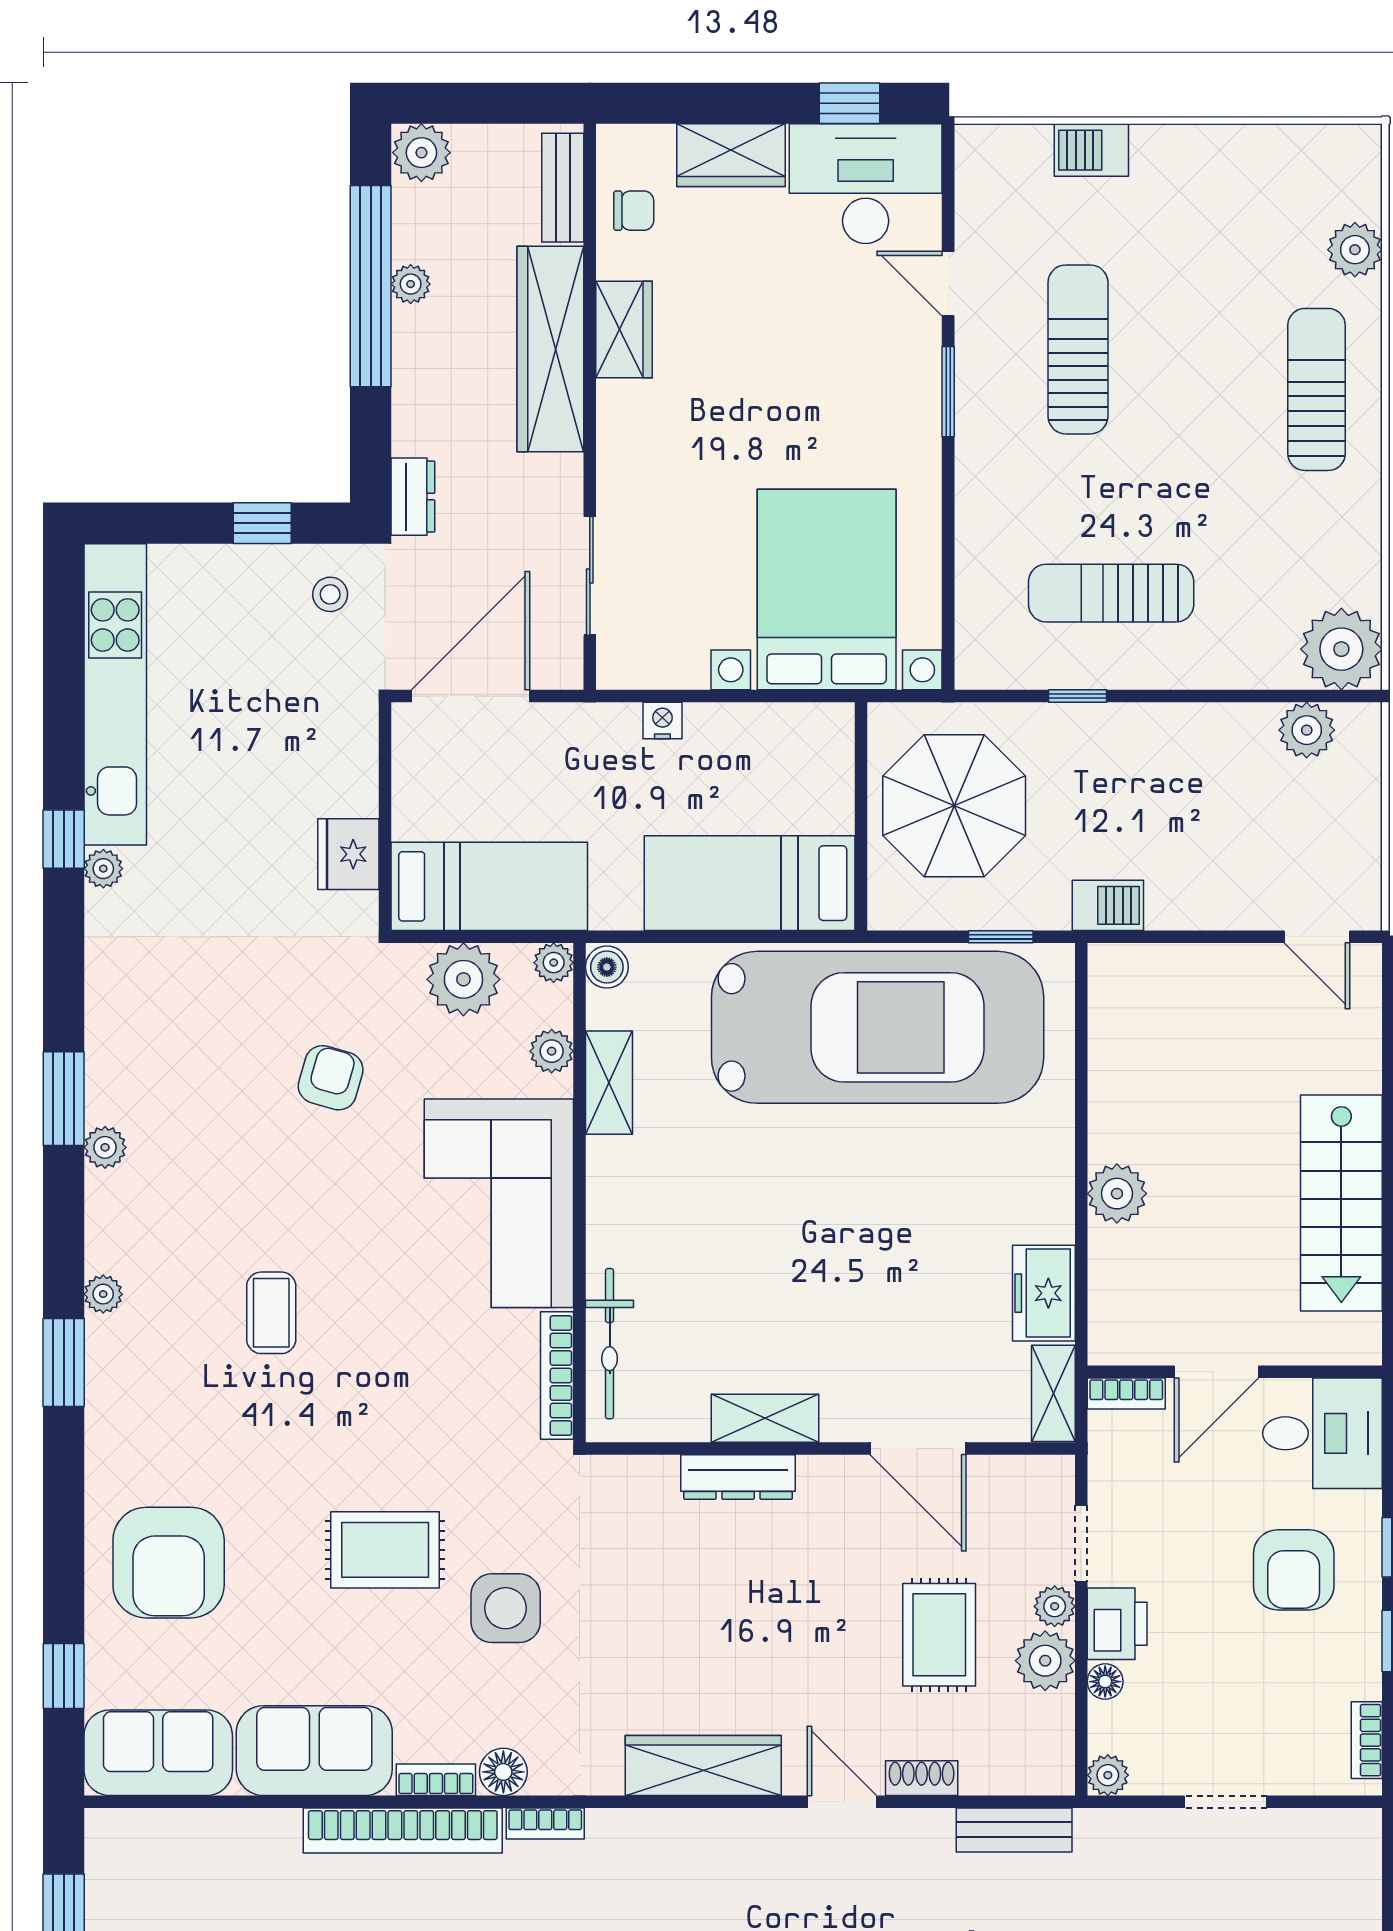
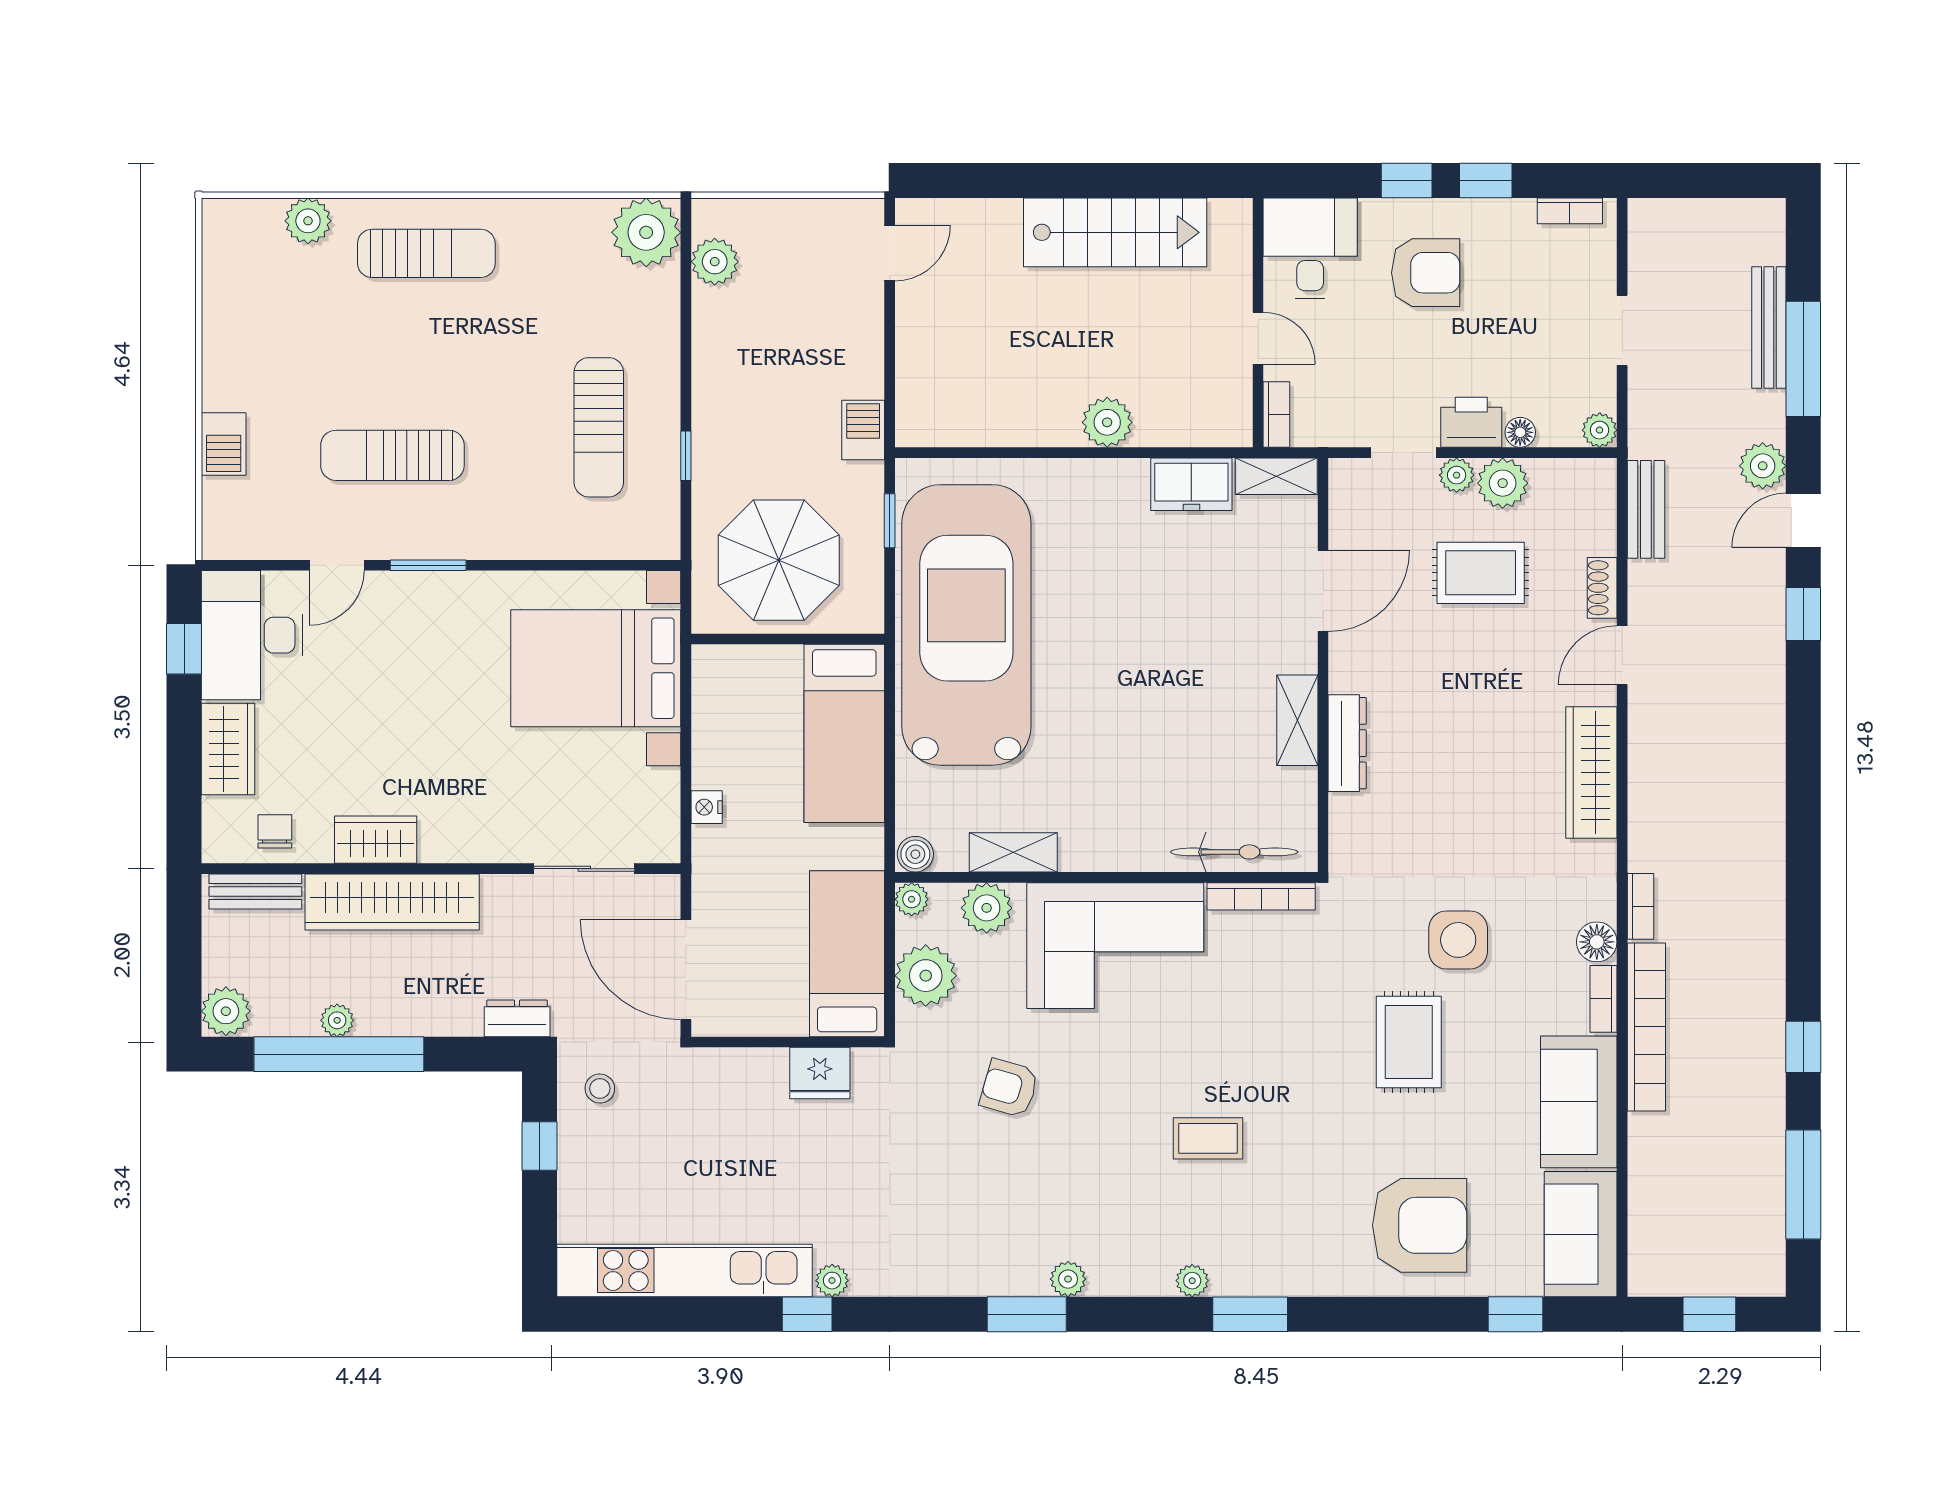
sun lounger: (1317, 389) -> (426, 253), turned 180
plant: (552, 1051) -> (987, 908), width x1.38, depth x1.38
door: (1216, 1372) -> (1258, 338), width x0.73

